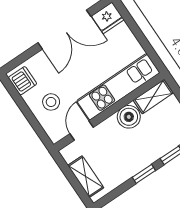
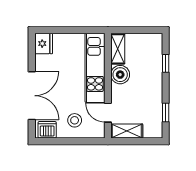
double door: (64, 30) -> (32, 96), moved
window: (144, 174) -> (166, 112), moved
shelving: (86, 177) -> (127, 131), moved

